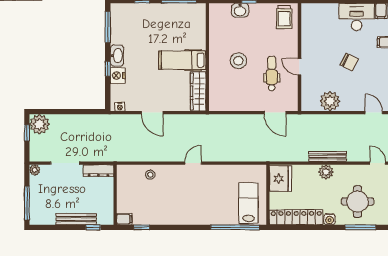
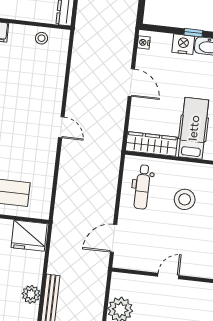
dental chair: (272, 74) -> (142, 187), moved, turned 90
door: (152, 113) -> (131, 83), swing flipped
stool: (150, 175) -> (42, 38), moved

